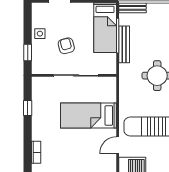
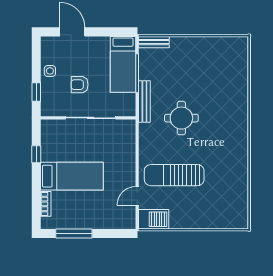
bench: (124, 44) -> (144, 101), moved
armchair: (66, 46) -> (80, 85), turned -75
bed: (88, 115) -> (72, 176), moved, turned 180

